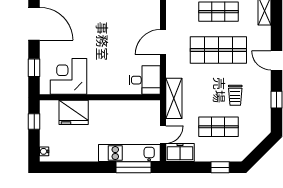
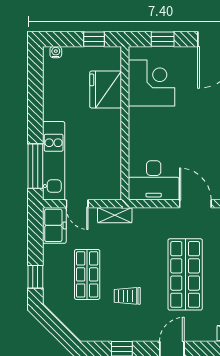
desk: (145, 80) -> (154, 180), width x1.37
shelving: (174, 98) -> (115, 215), width x0.67, depth x0.75

